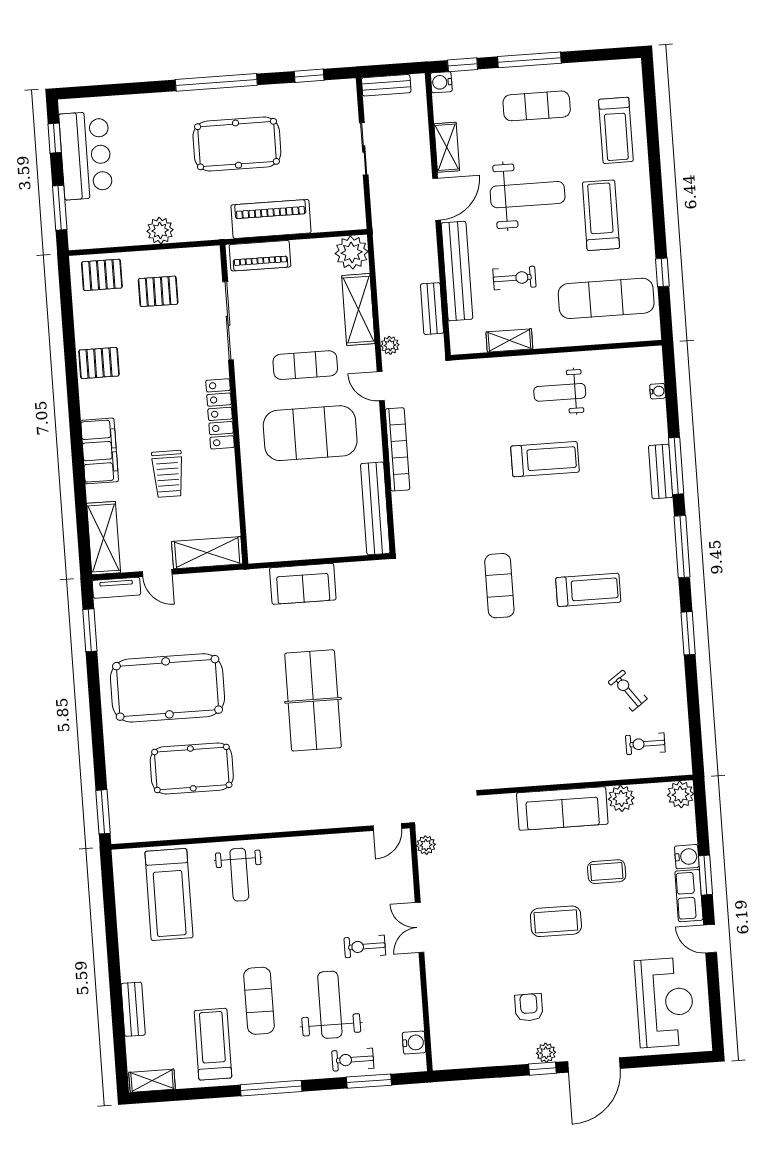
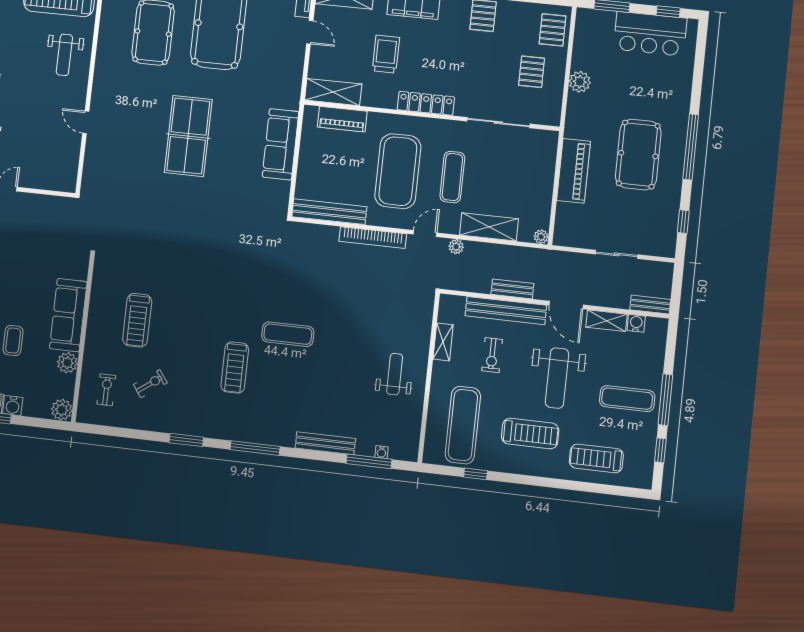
window: (463, 65) -> (660, 450), moved
water cooler: (441, 82) -> (636, 323), moved
bench: (386, 85) -> (650, 305), moved, turned 90
exercise mat: (537, 106) -> (627, 399), turned 90
plant: (352, 252) -> (541, 237), width x0.53, depth x0.53
piano: (260, 256) -> (342, 119), moved, turned -90
bench: (432, 309) -> (512, 289), moved
treadmill: (545, 459) -> (137, 320), moved
window: (676, 466) -> (369, 461), moved
bench: (661, 471) -> (325, 443), width x1.36
trolley: (168, 474) -> (386, 54), turned 90
shelving: (207, 553) -> (333, 92), moved, turned 90
door: (157, 573) -> (310, 32), swing flipped
sofa: (303, 584) -> (281, 144), width x1.36
exercise mat: (499, 586) -> (288, 334), moved
table tennis table: (313, 700) -> (188, 136), turned 90
door: (387, 827) -> (86, 122), moved
plant: (426, 845) -> (60, 204), removed
weight bench: (239, 875) -> (64, 55), turned -90

